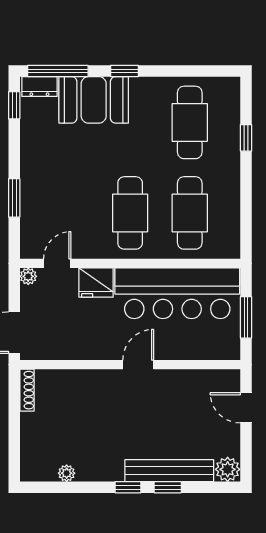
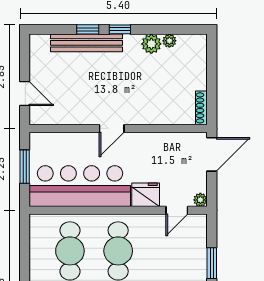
plant: (228, 469) -> (151, 44), moved

